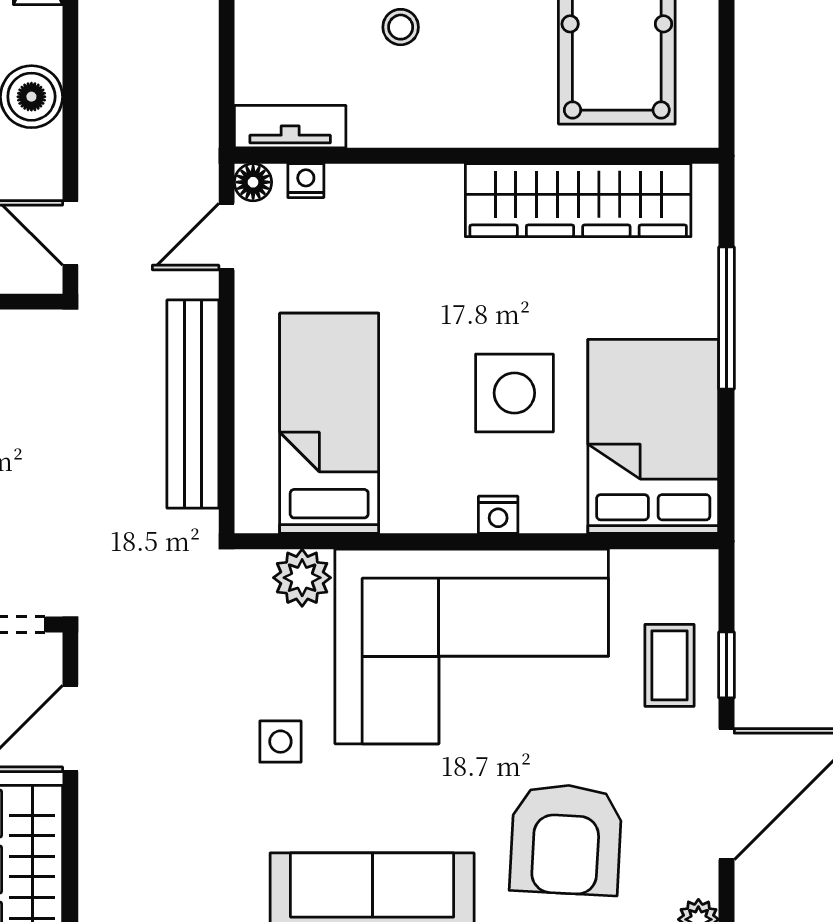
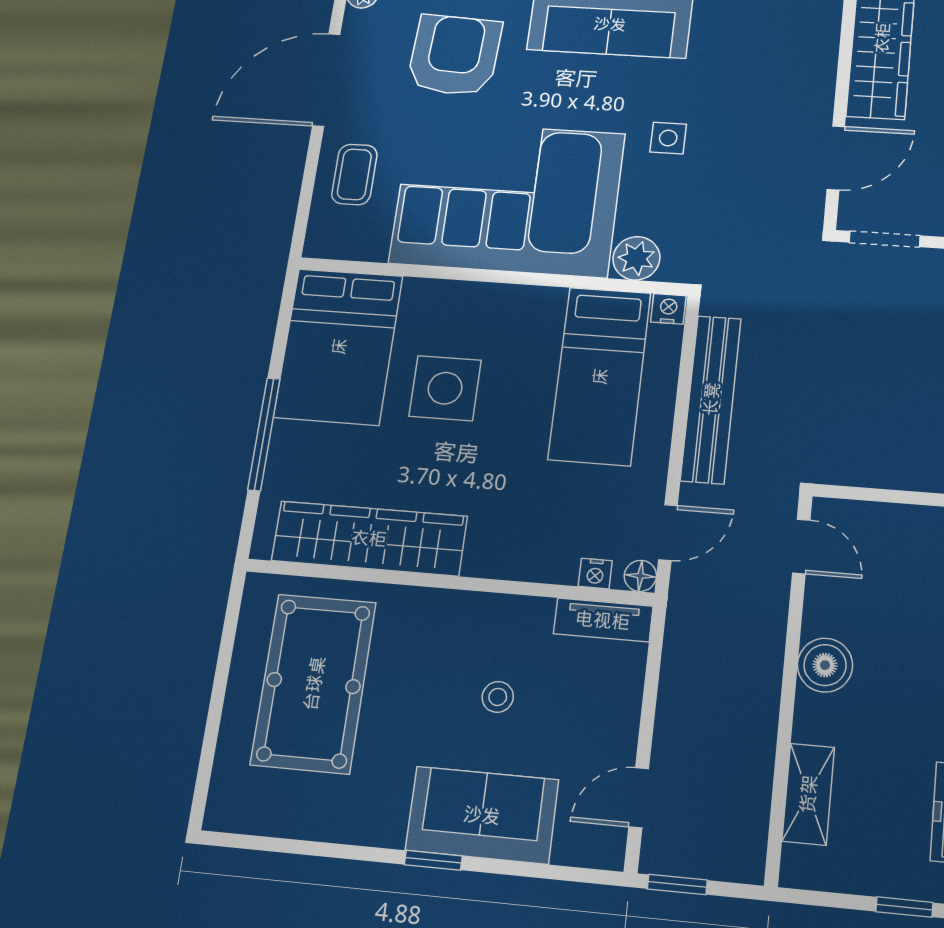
nightstand: (498, 515) -> (668, 309), moved
window: (727, 665) -> (310, 172), removed

